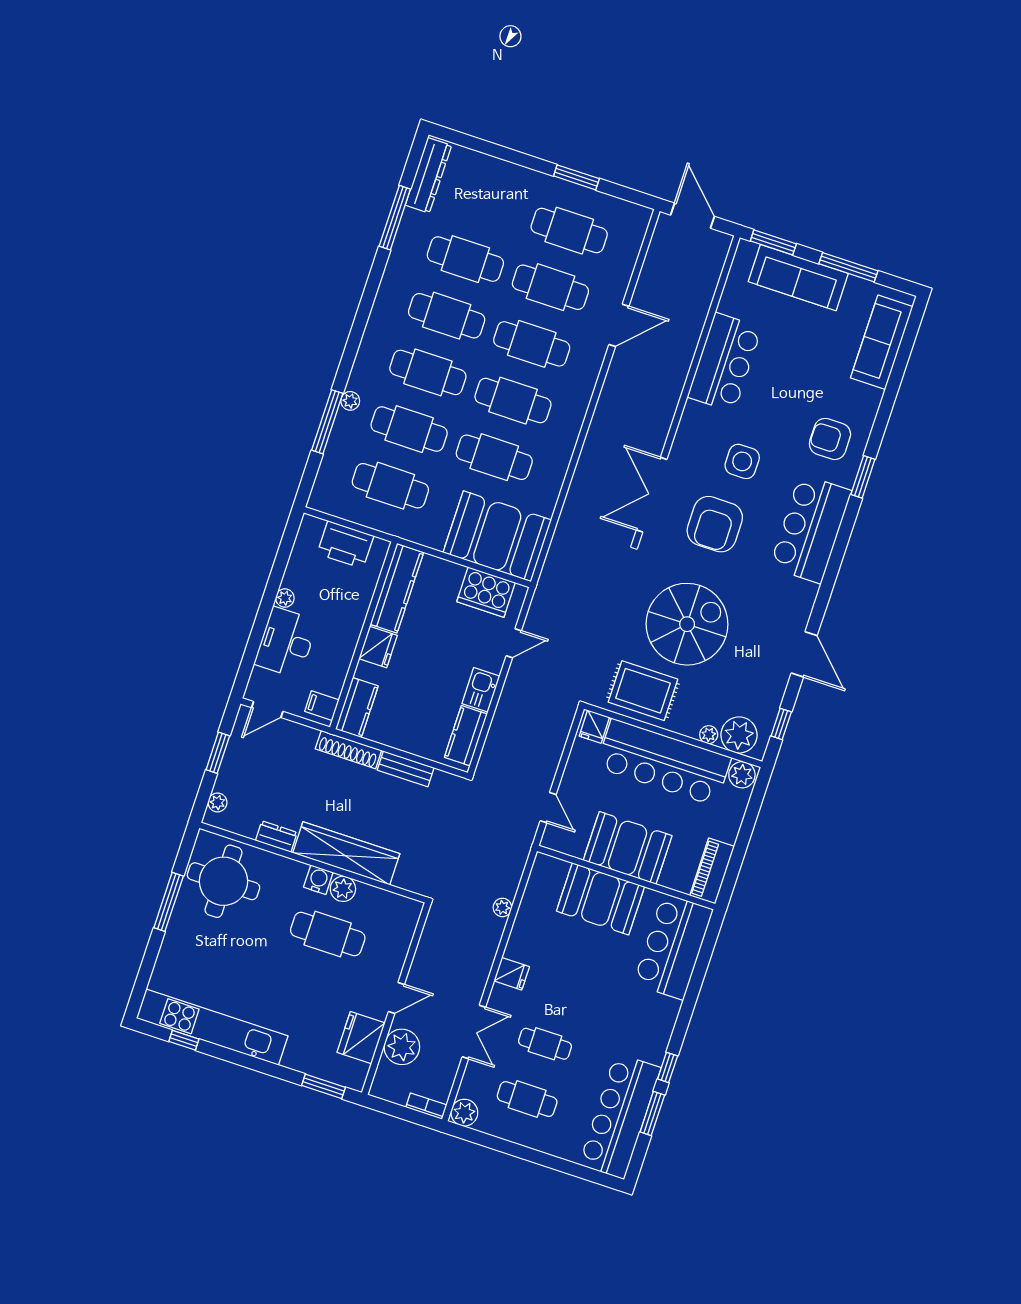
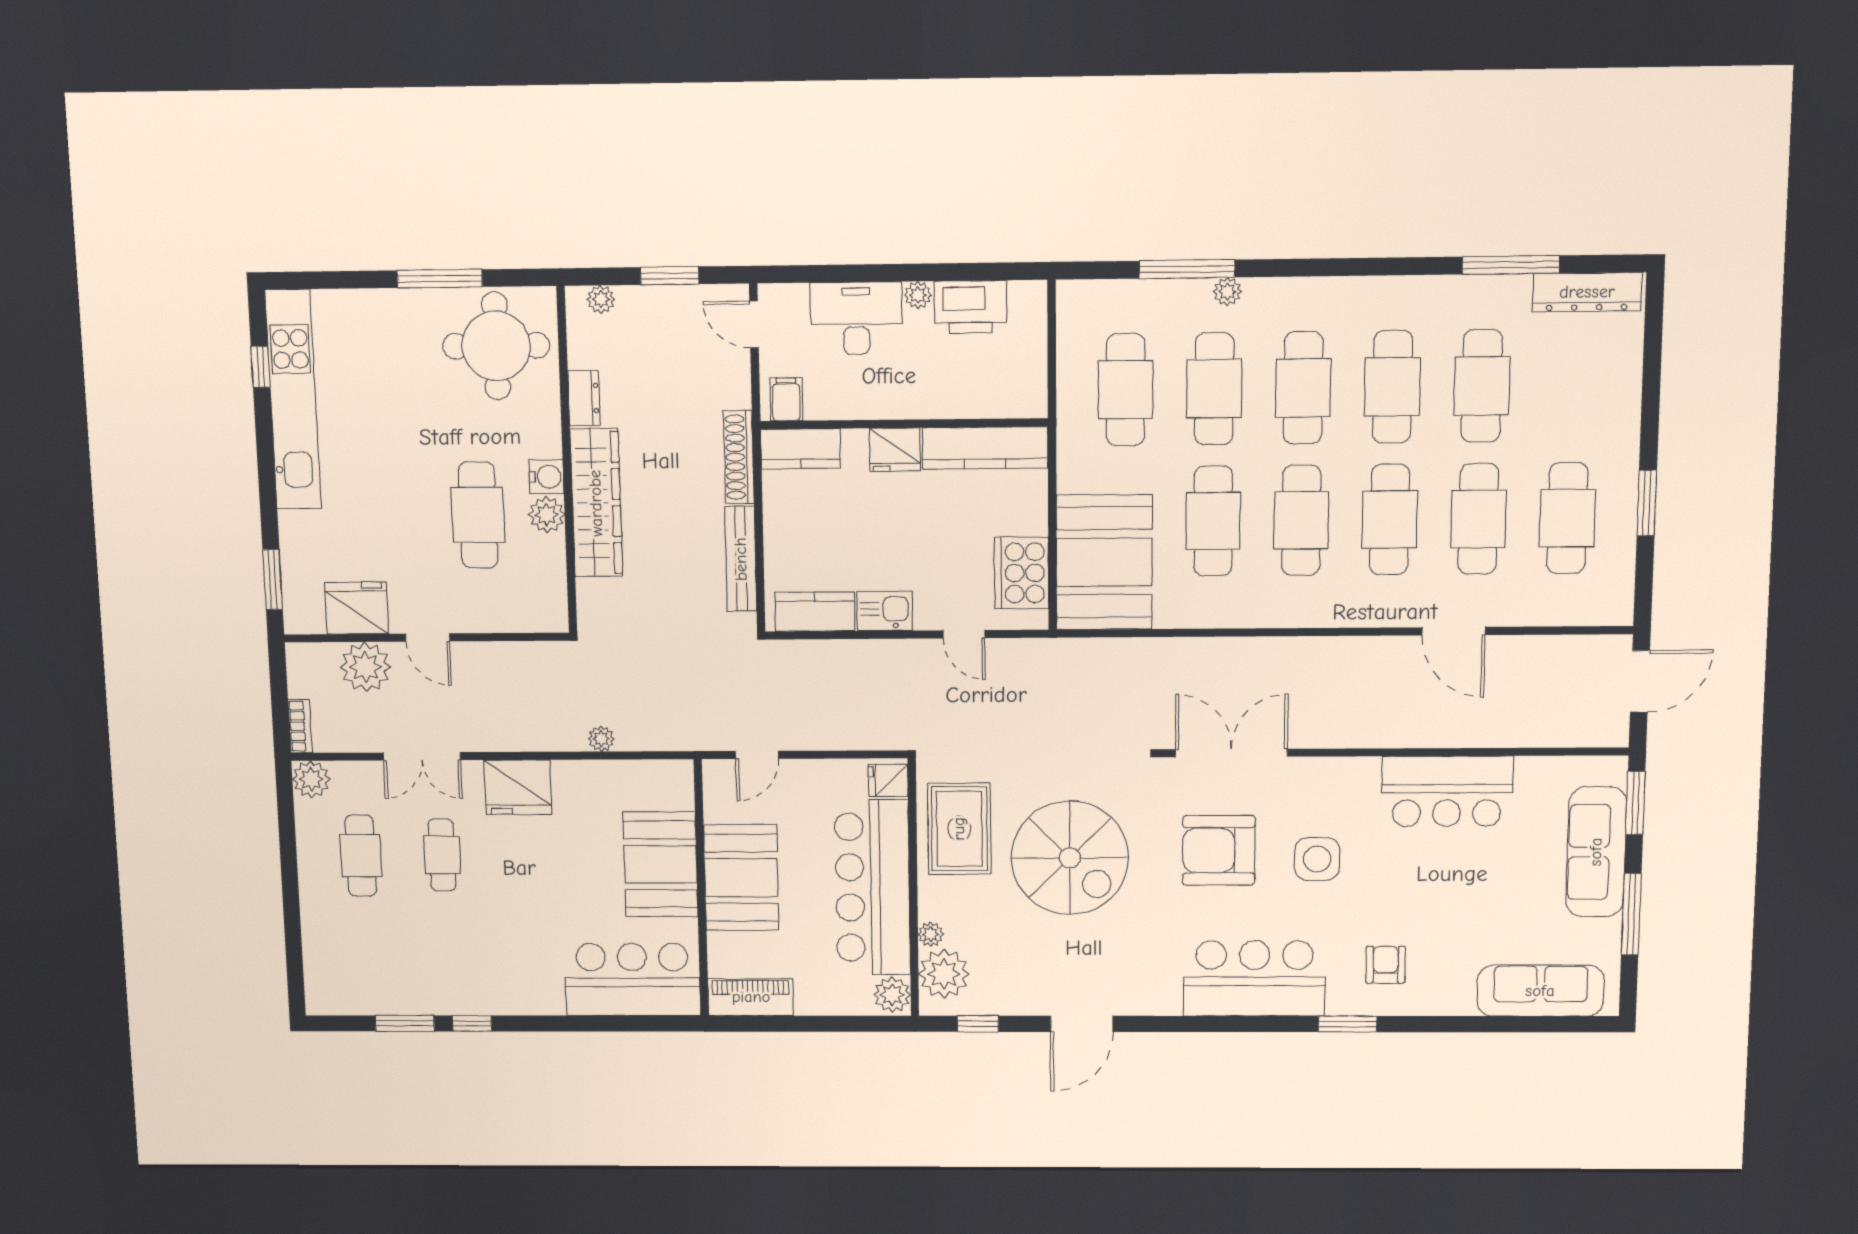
armchair: (830, 439) -> (1386, 965), width x0.72, depth x0.72
printer: (345, 545) -> (970, 307), moved, turned -90
bench: (406, 769) -> (741, 559), width x1.36
fridge: (512, 974) -> (518, 787), width x1.88, depth x1.34
bar counter: (620, 1116) -> (385, 983), removed

